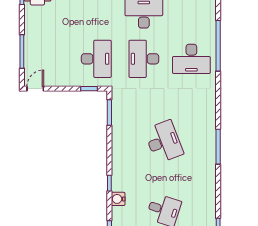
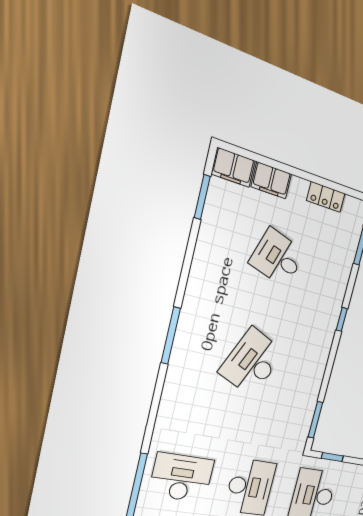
desk: (164, 142) -> (252, 362), turned 45
water cooler: (118, 199) -> (336, 293), removed

